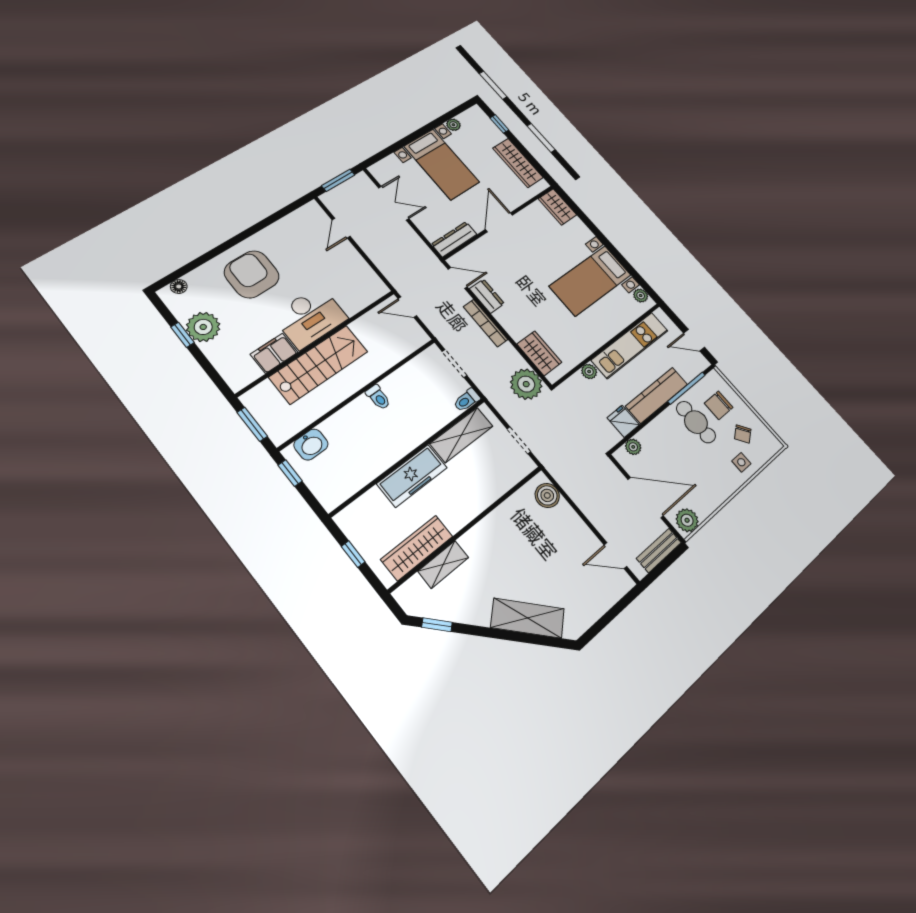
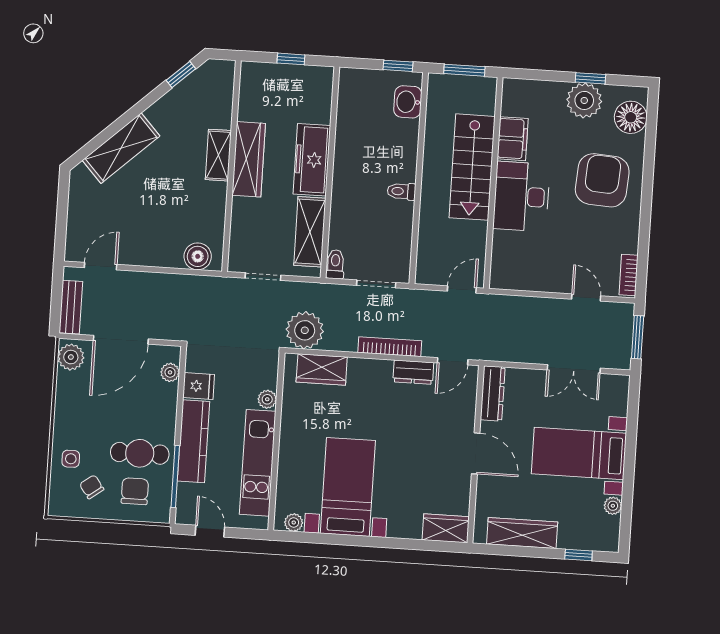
bookcase: (302, 213) -> (629, 275), added
armchair: (252, 274) -> (602, 180), turned -86
floor lamp: (179, 286) -> (631, 117), width x1.89, depth x1.89
door: (694, 340) -> (210, 531), hinge flipped
wardrobe: (417, 548) -> (249, 159), moved
shelving: (443, 564) -> (218, 155), moved

